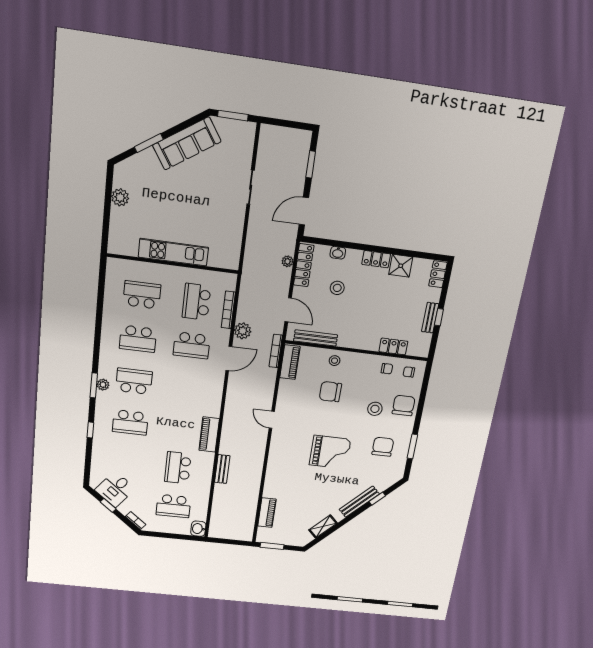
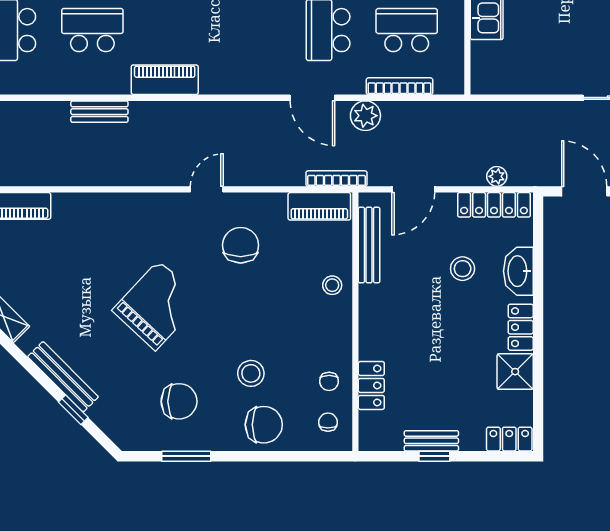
washbasin: (338, 253) -> (518, 271), width x1.91, depth x1.45
chair: (330, 392) -> (241, 245), moved
grand piano: (330, 452) -> (157, 306), turned -137

